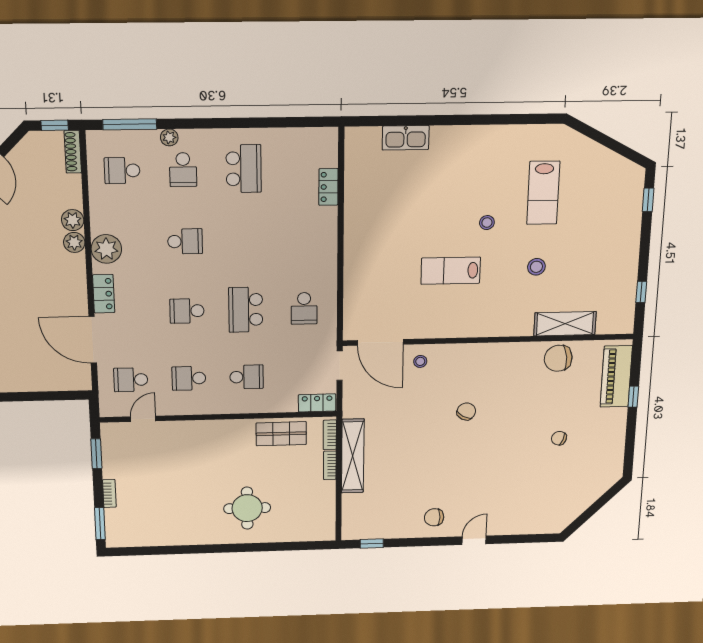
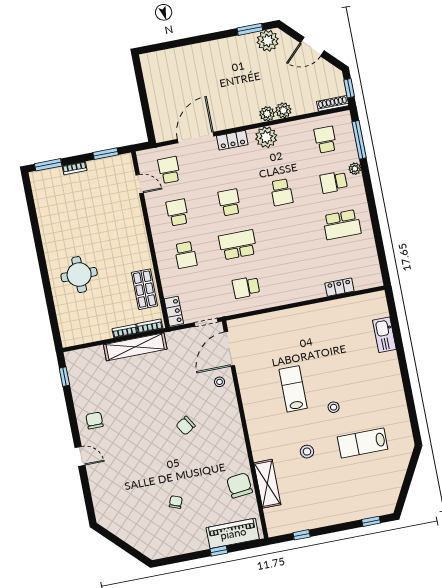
chair: (466, 411) -> (186, 426), turned 119

